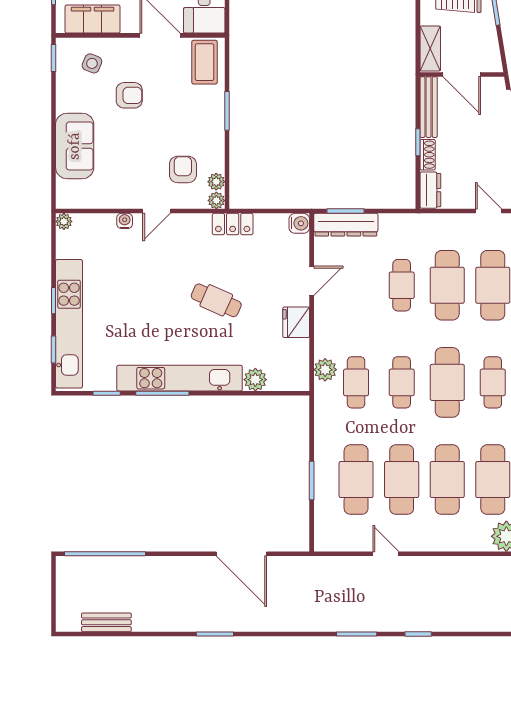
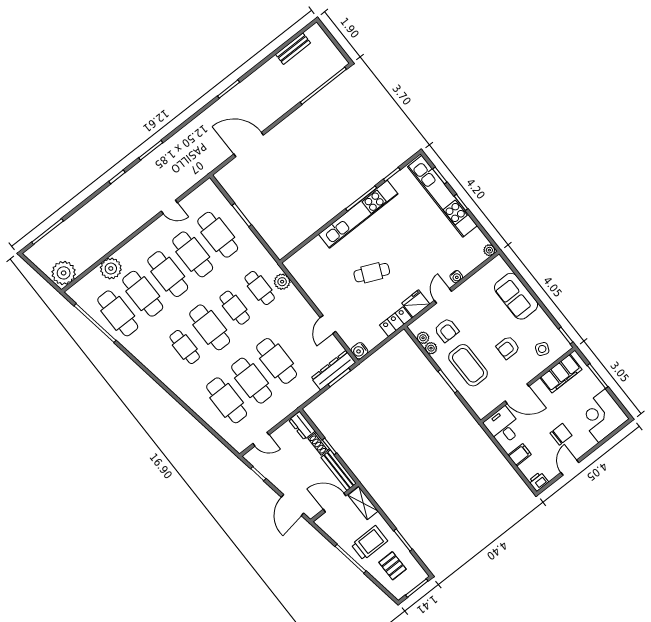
coffee table: (205, 62) -> (468, 365), moved, width x1.36, depth x1.32
plant: (216, 200) -> (431, 348), moved
cafe table: (402, 285) -> (277, 361), width x1.37, depth x1.35
fridge: (296, 322) -> (416, 304), moved, turned -90
plant: (255, 380) -> (316, 246), removed

